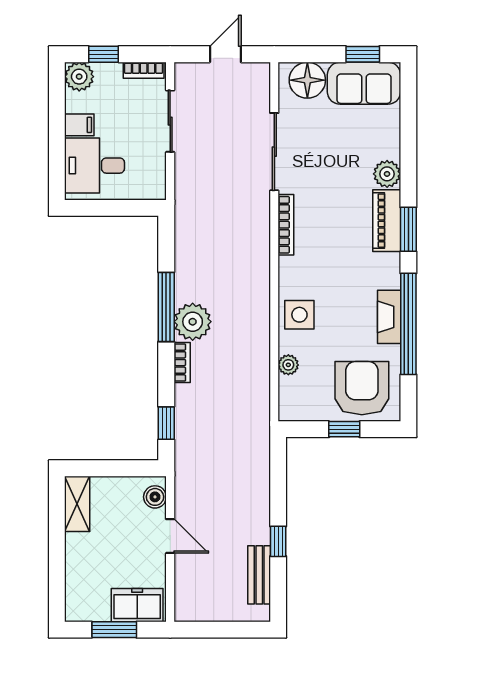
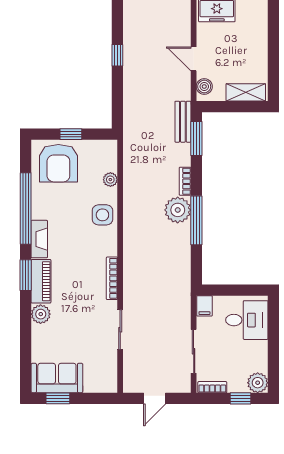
floor lamp: (307, 80) -> (97, 380), removed
filing cabinet: (79, 125) -> (204, 306), moved, turned -90
sliding door: (274, 152) -> (120, 330), width x0.73
fireplace: (389, 317) -> (39, 239), moved
window: (166, 423) -> (196, 138), width x1.50
shelving: (77, 504) -> (246, 92), moved, turned 90
bench: (259, 575) -> (183, 122), moved

